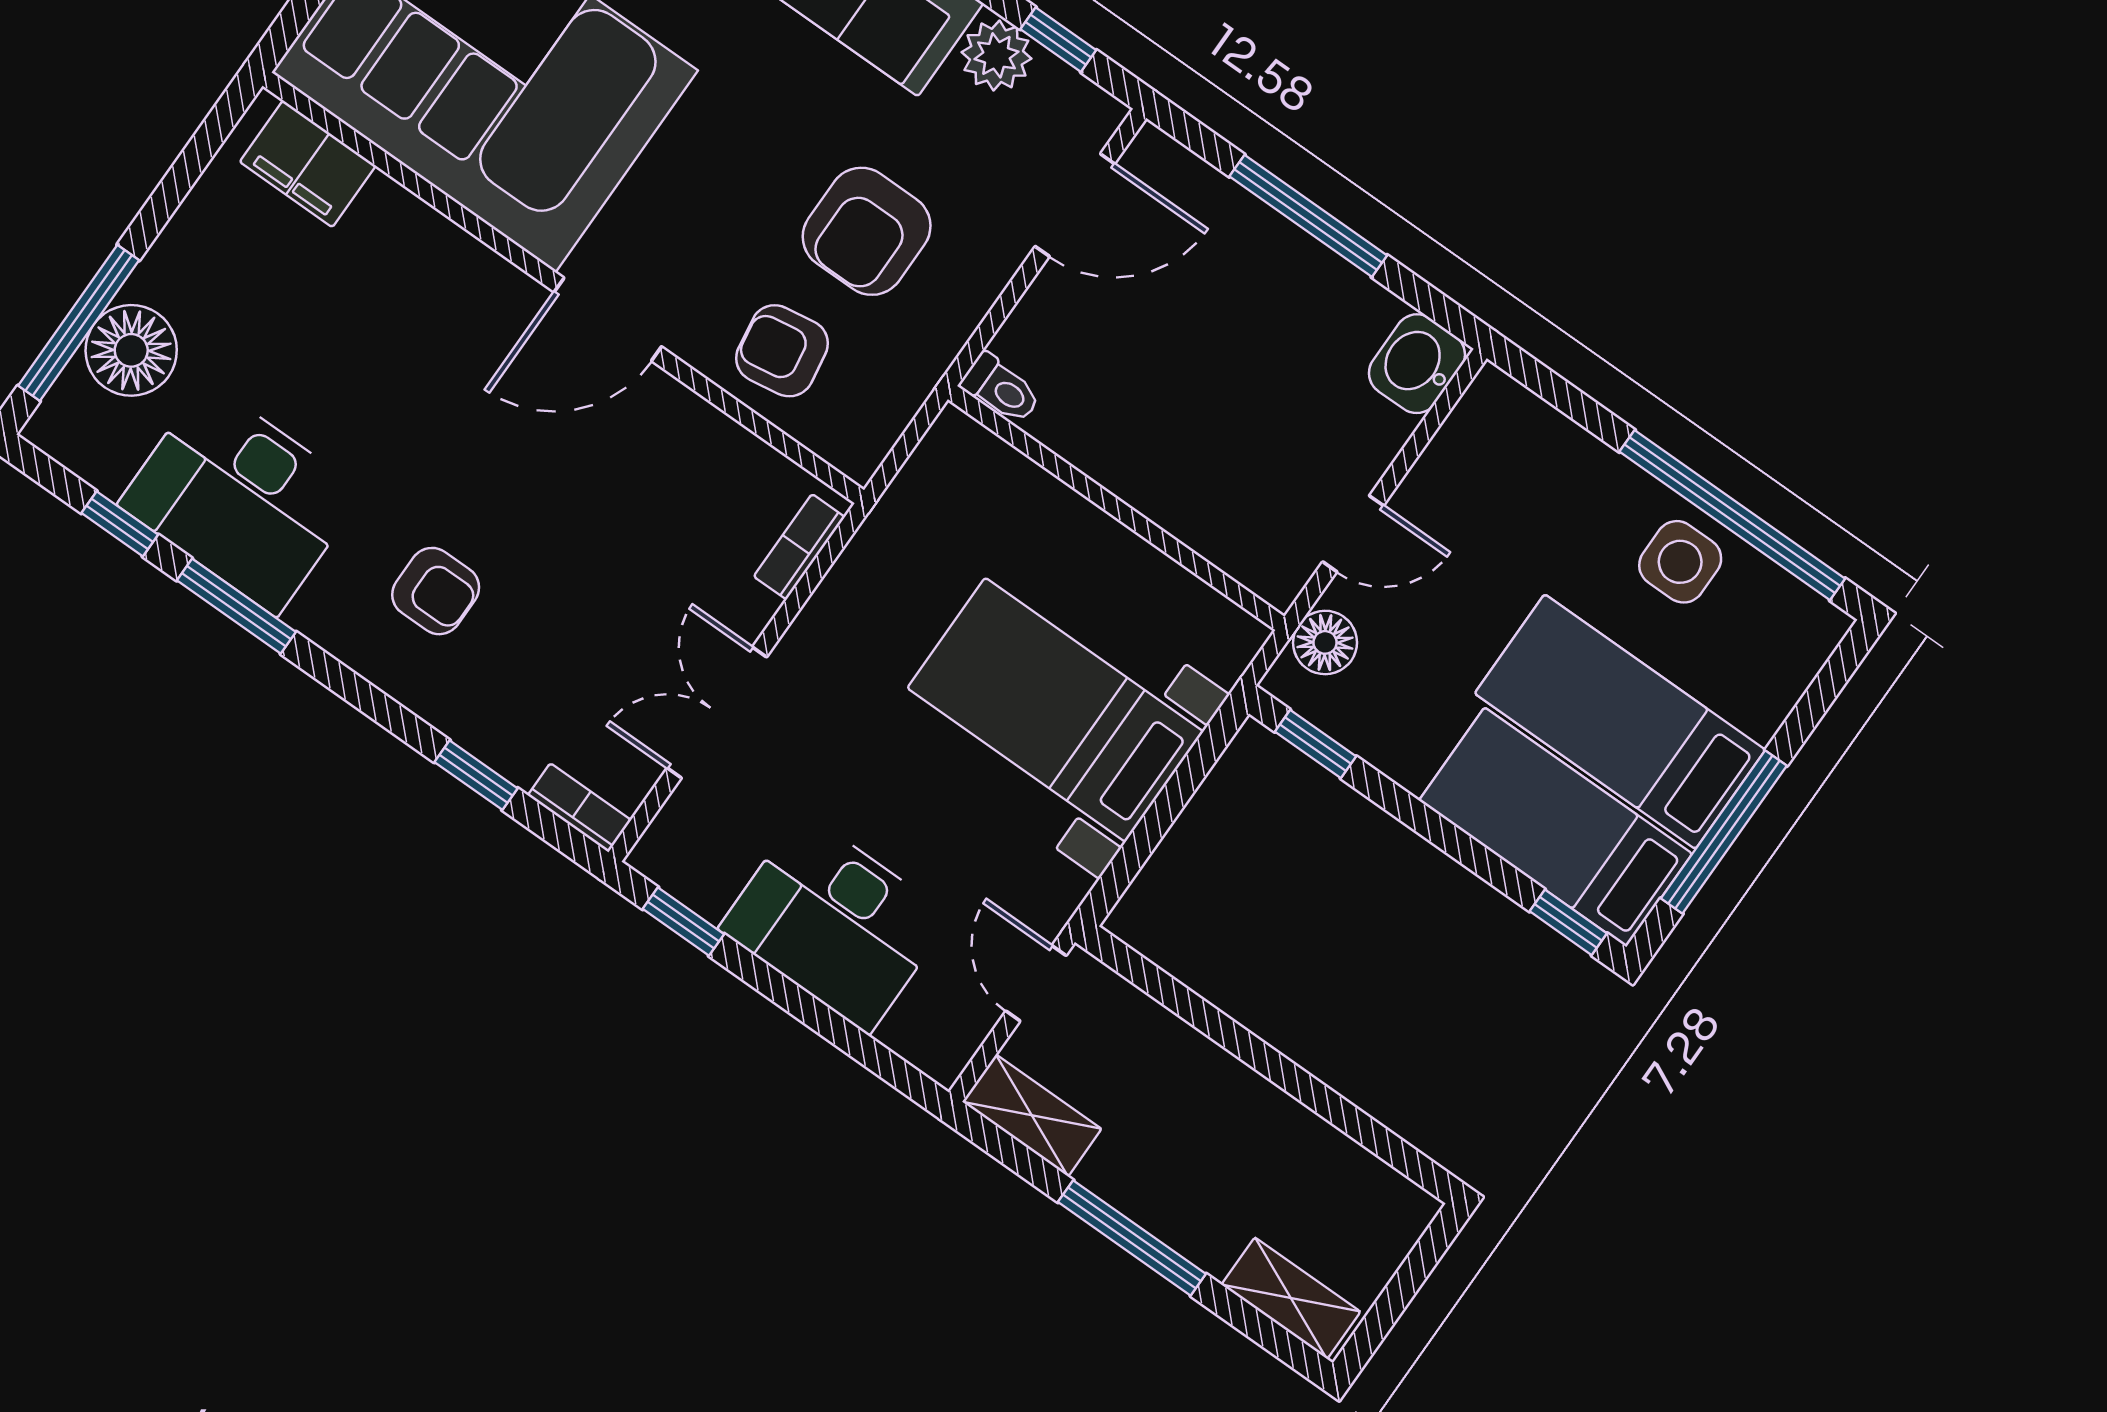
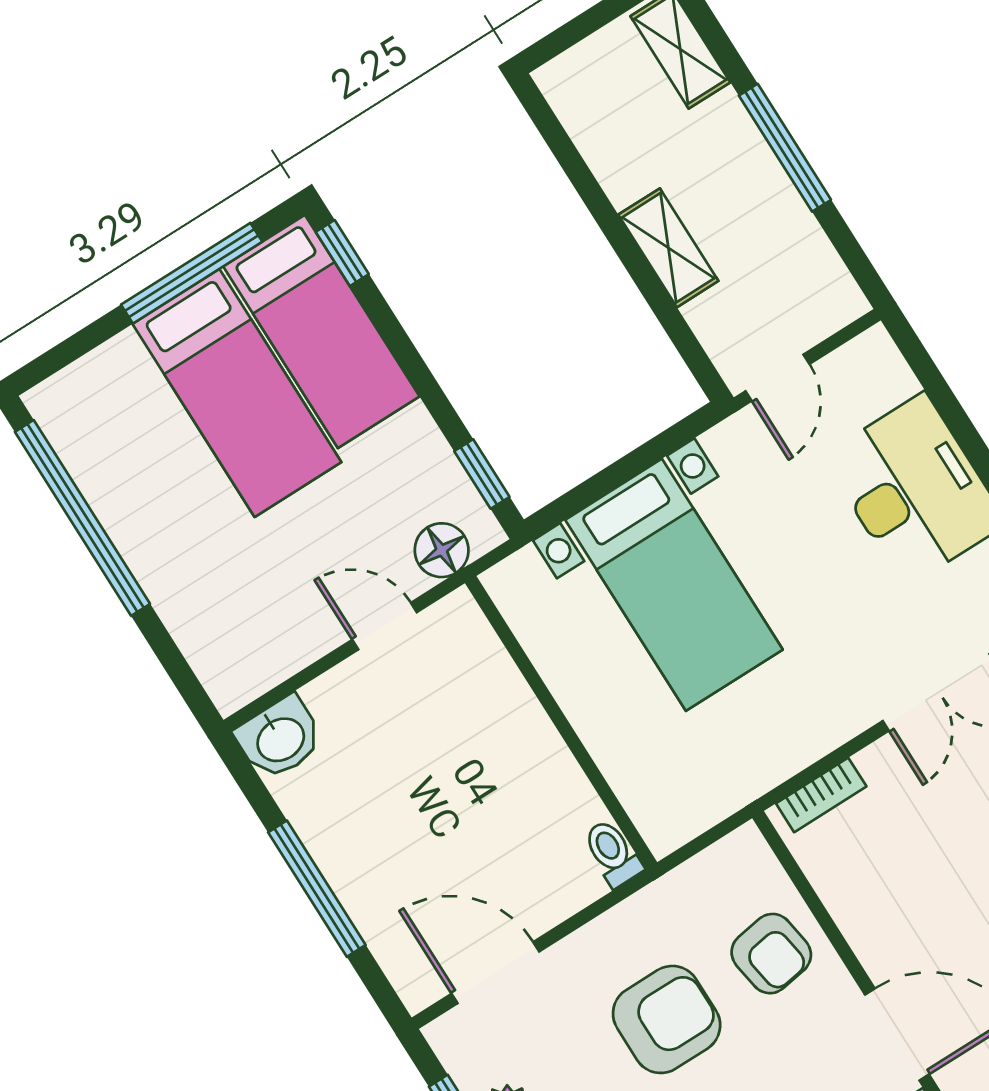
side table: (1680, 562) -> (138, 498), removed
shelving: (1032, 1115) -> (668, 248), moved

